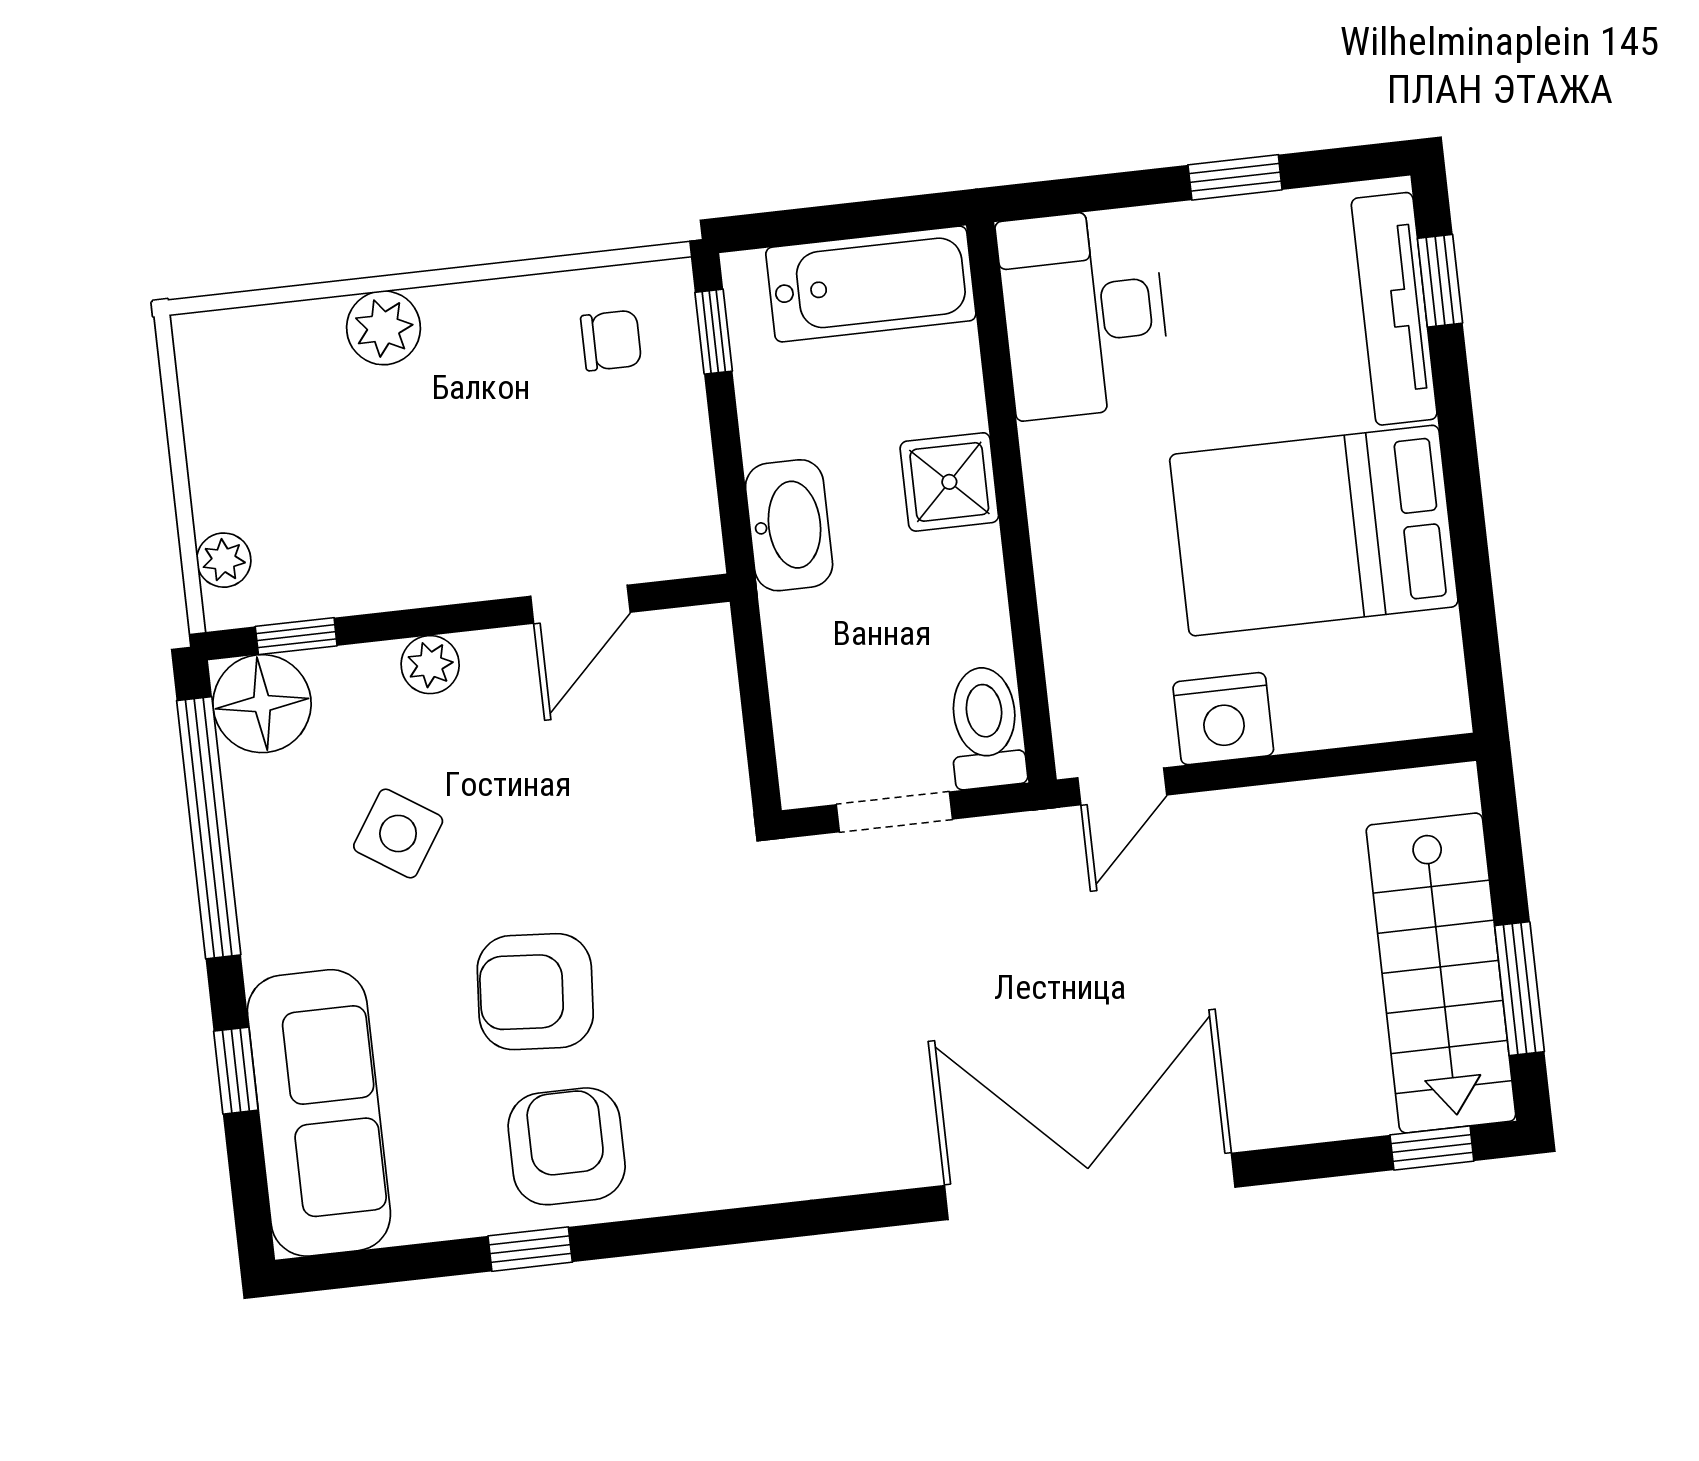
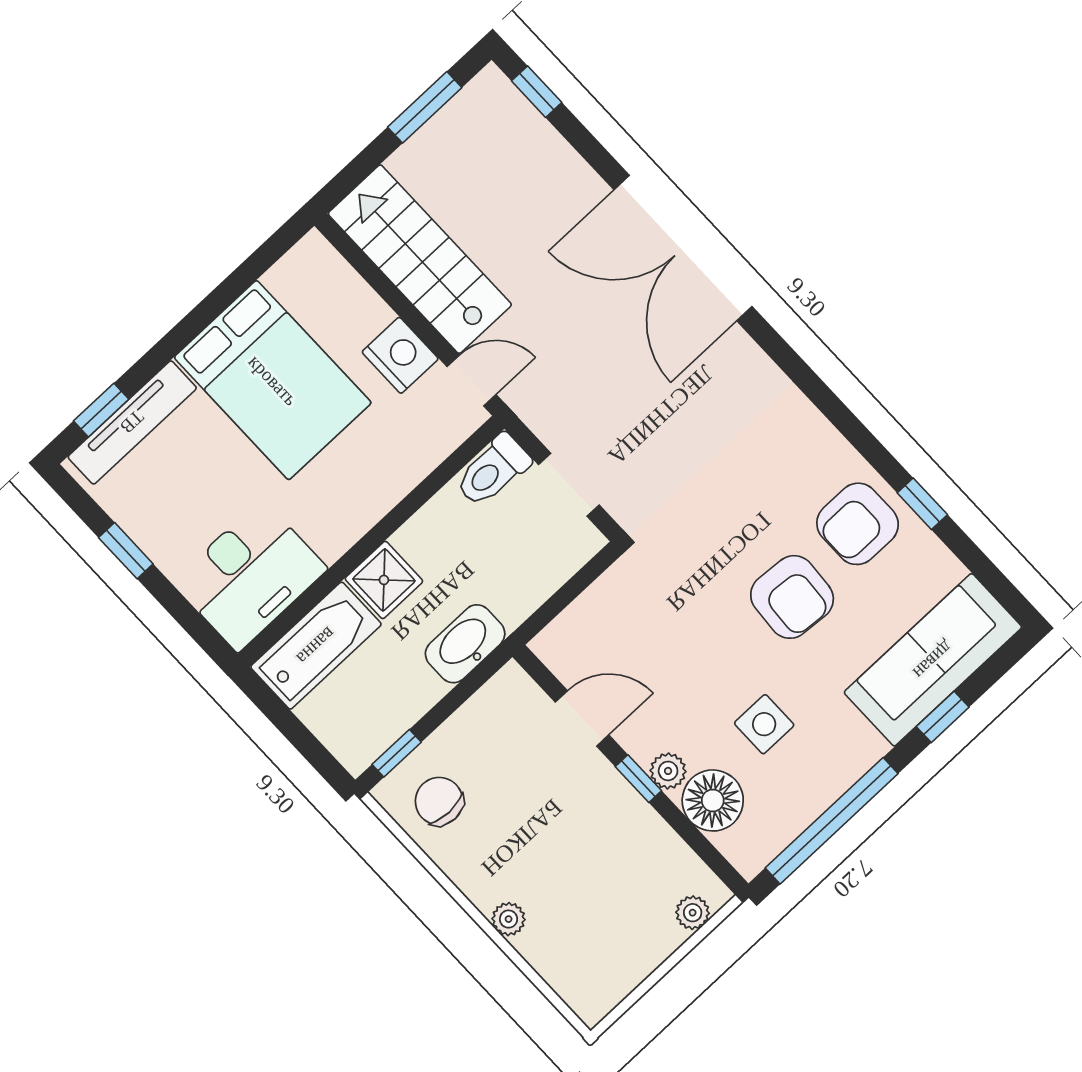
bathtub: (871, 284) -> (316, 646), moved, turned 90
plant: (384, 328) -> (509, 919), width x0.73, depth x0.73
chair: (611, 340) -> (439, 801), width x1.37, depth x1.37
window: (296, 636) -> (638, 779), moved
floor lamp: (262, 704) -> (713, 800), moved
side table: (398, 833) -> (764, 724), turned -33
stairs: (1441, 973) -> (420, 259), moved, turned -90

